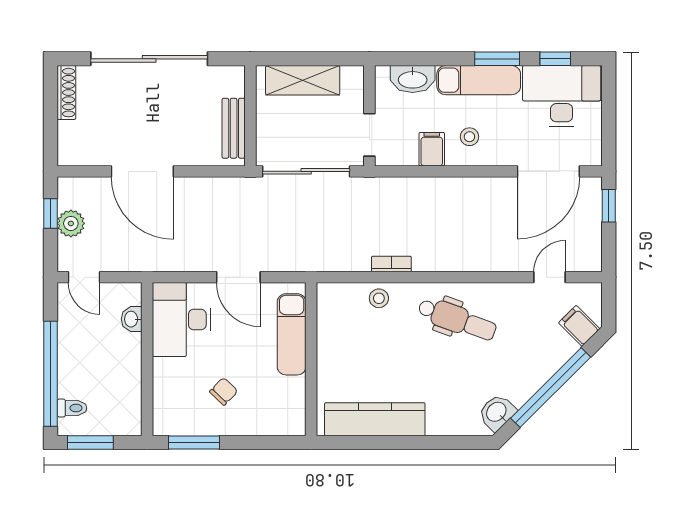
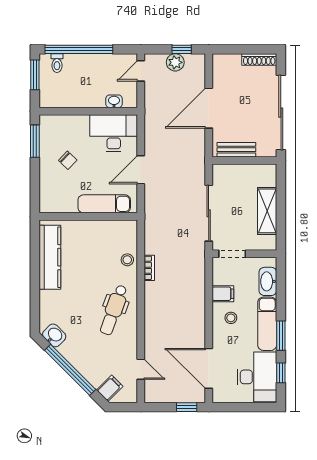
wall: (250, 116) -> (244, 160), moved
bench: (234, 128) -> (236, 150), moved

